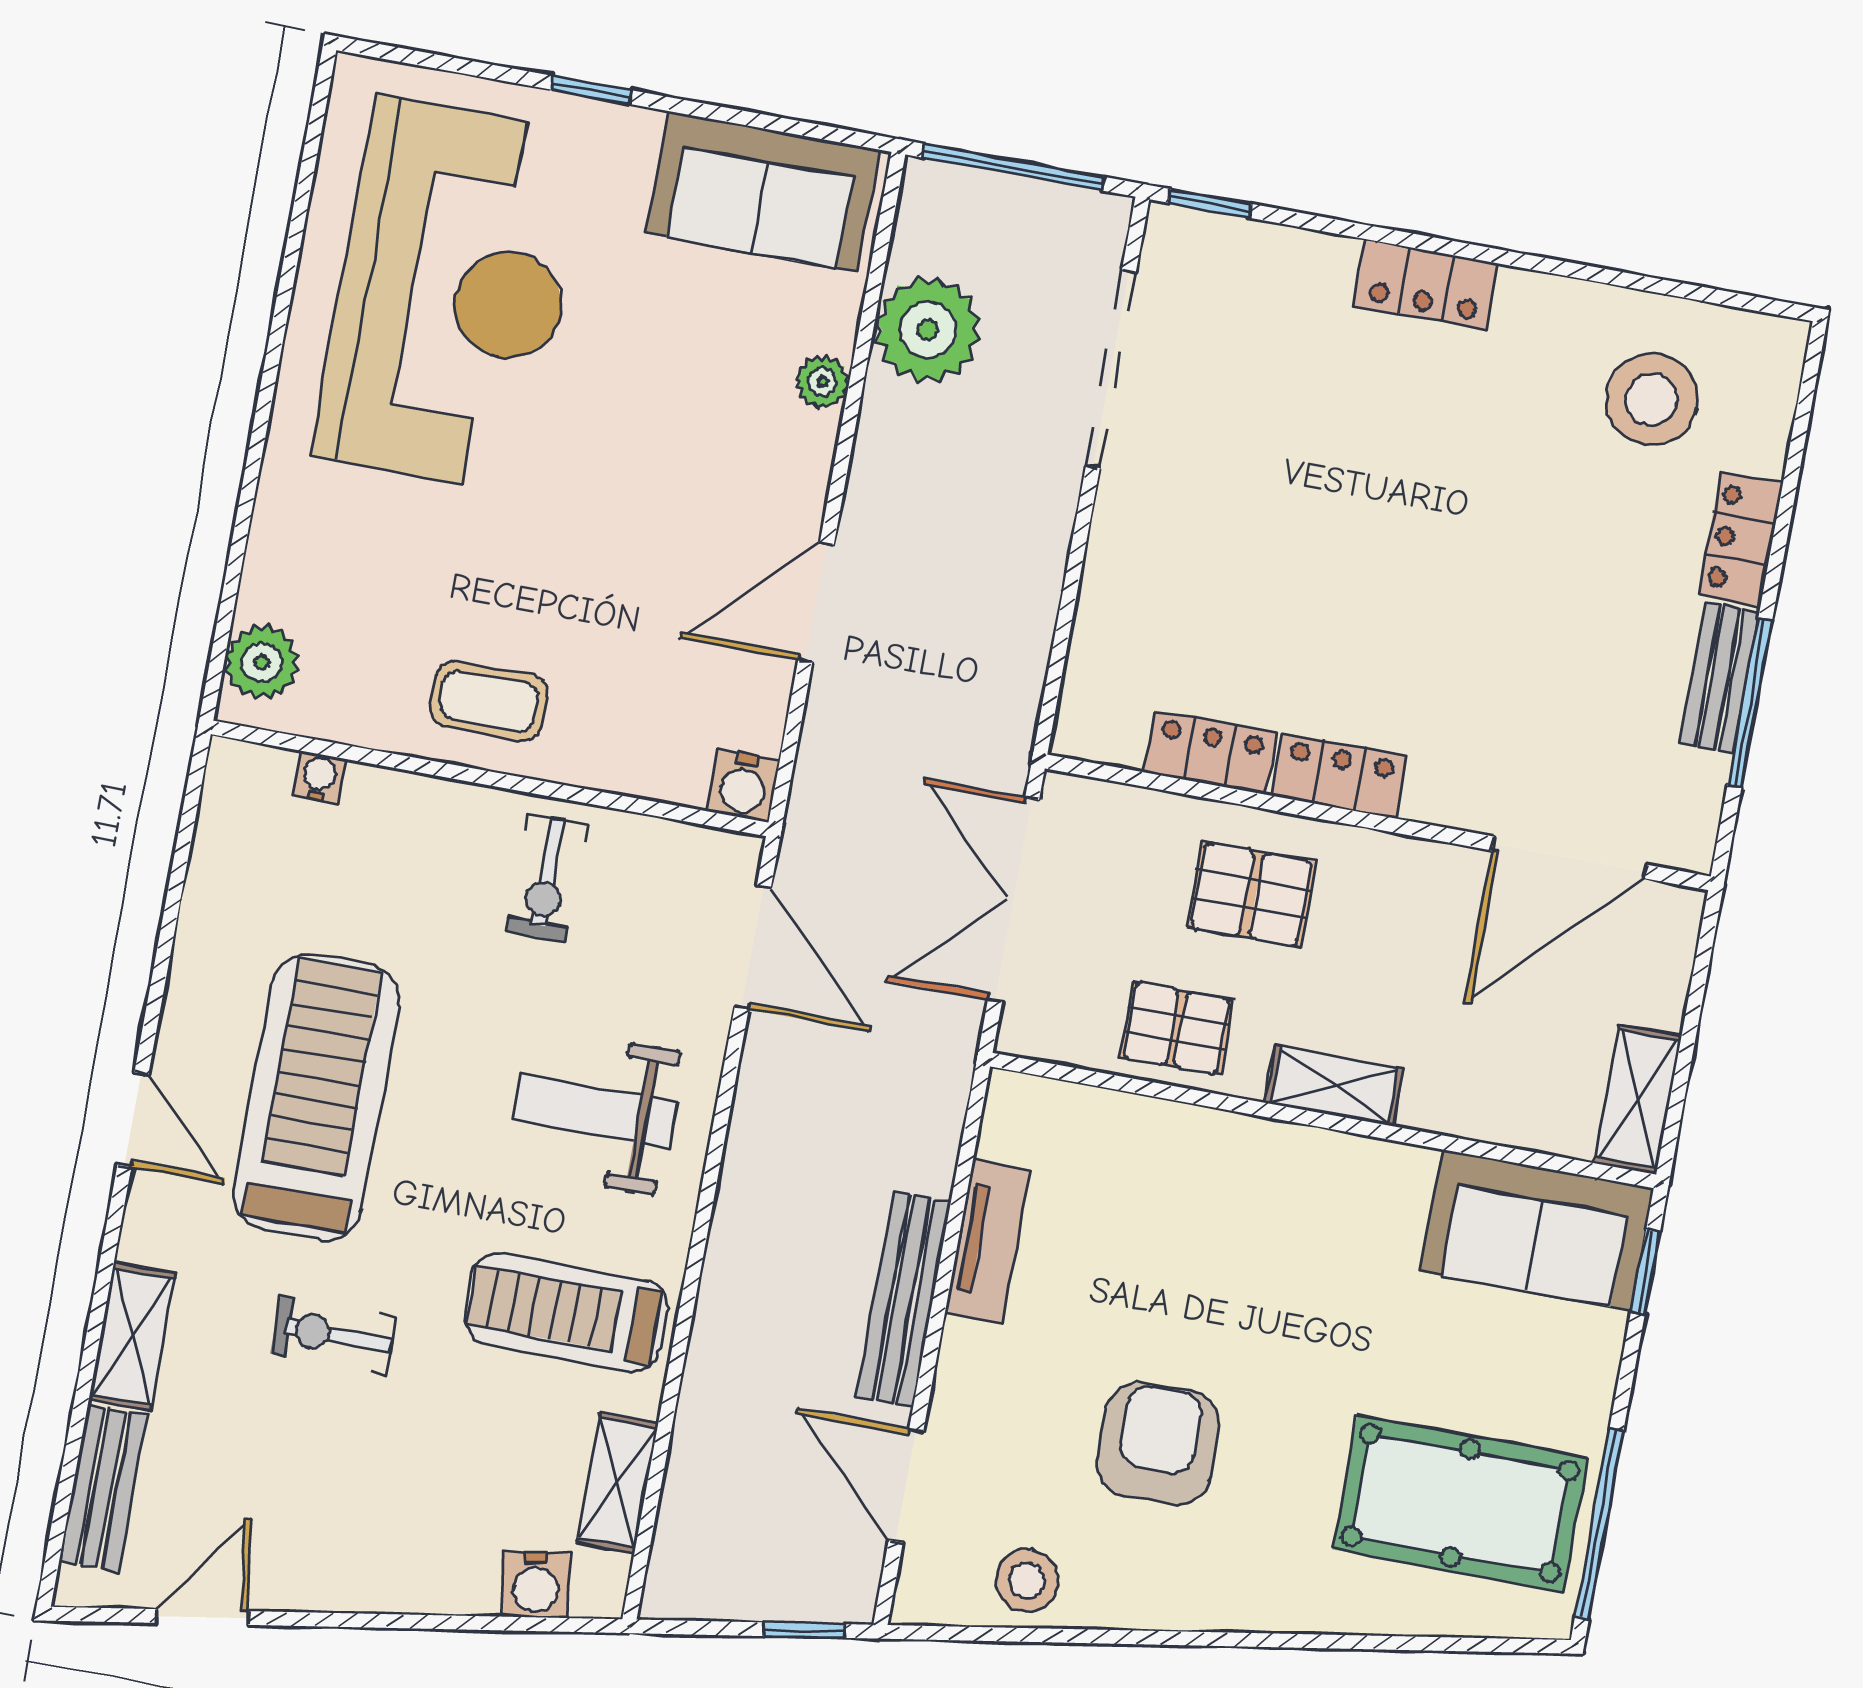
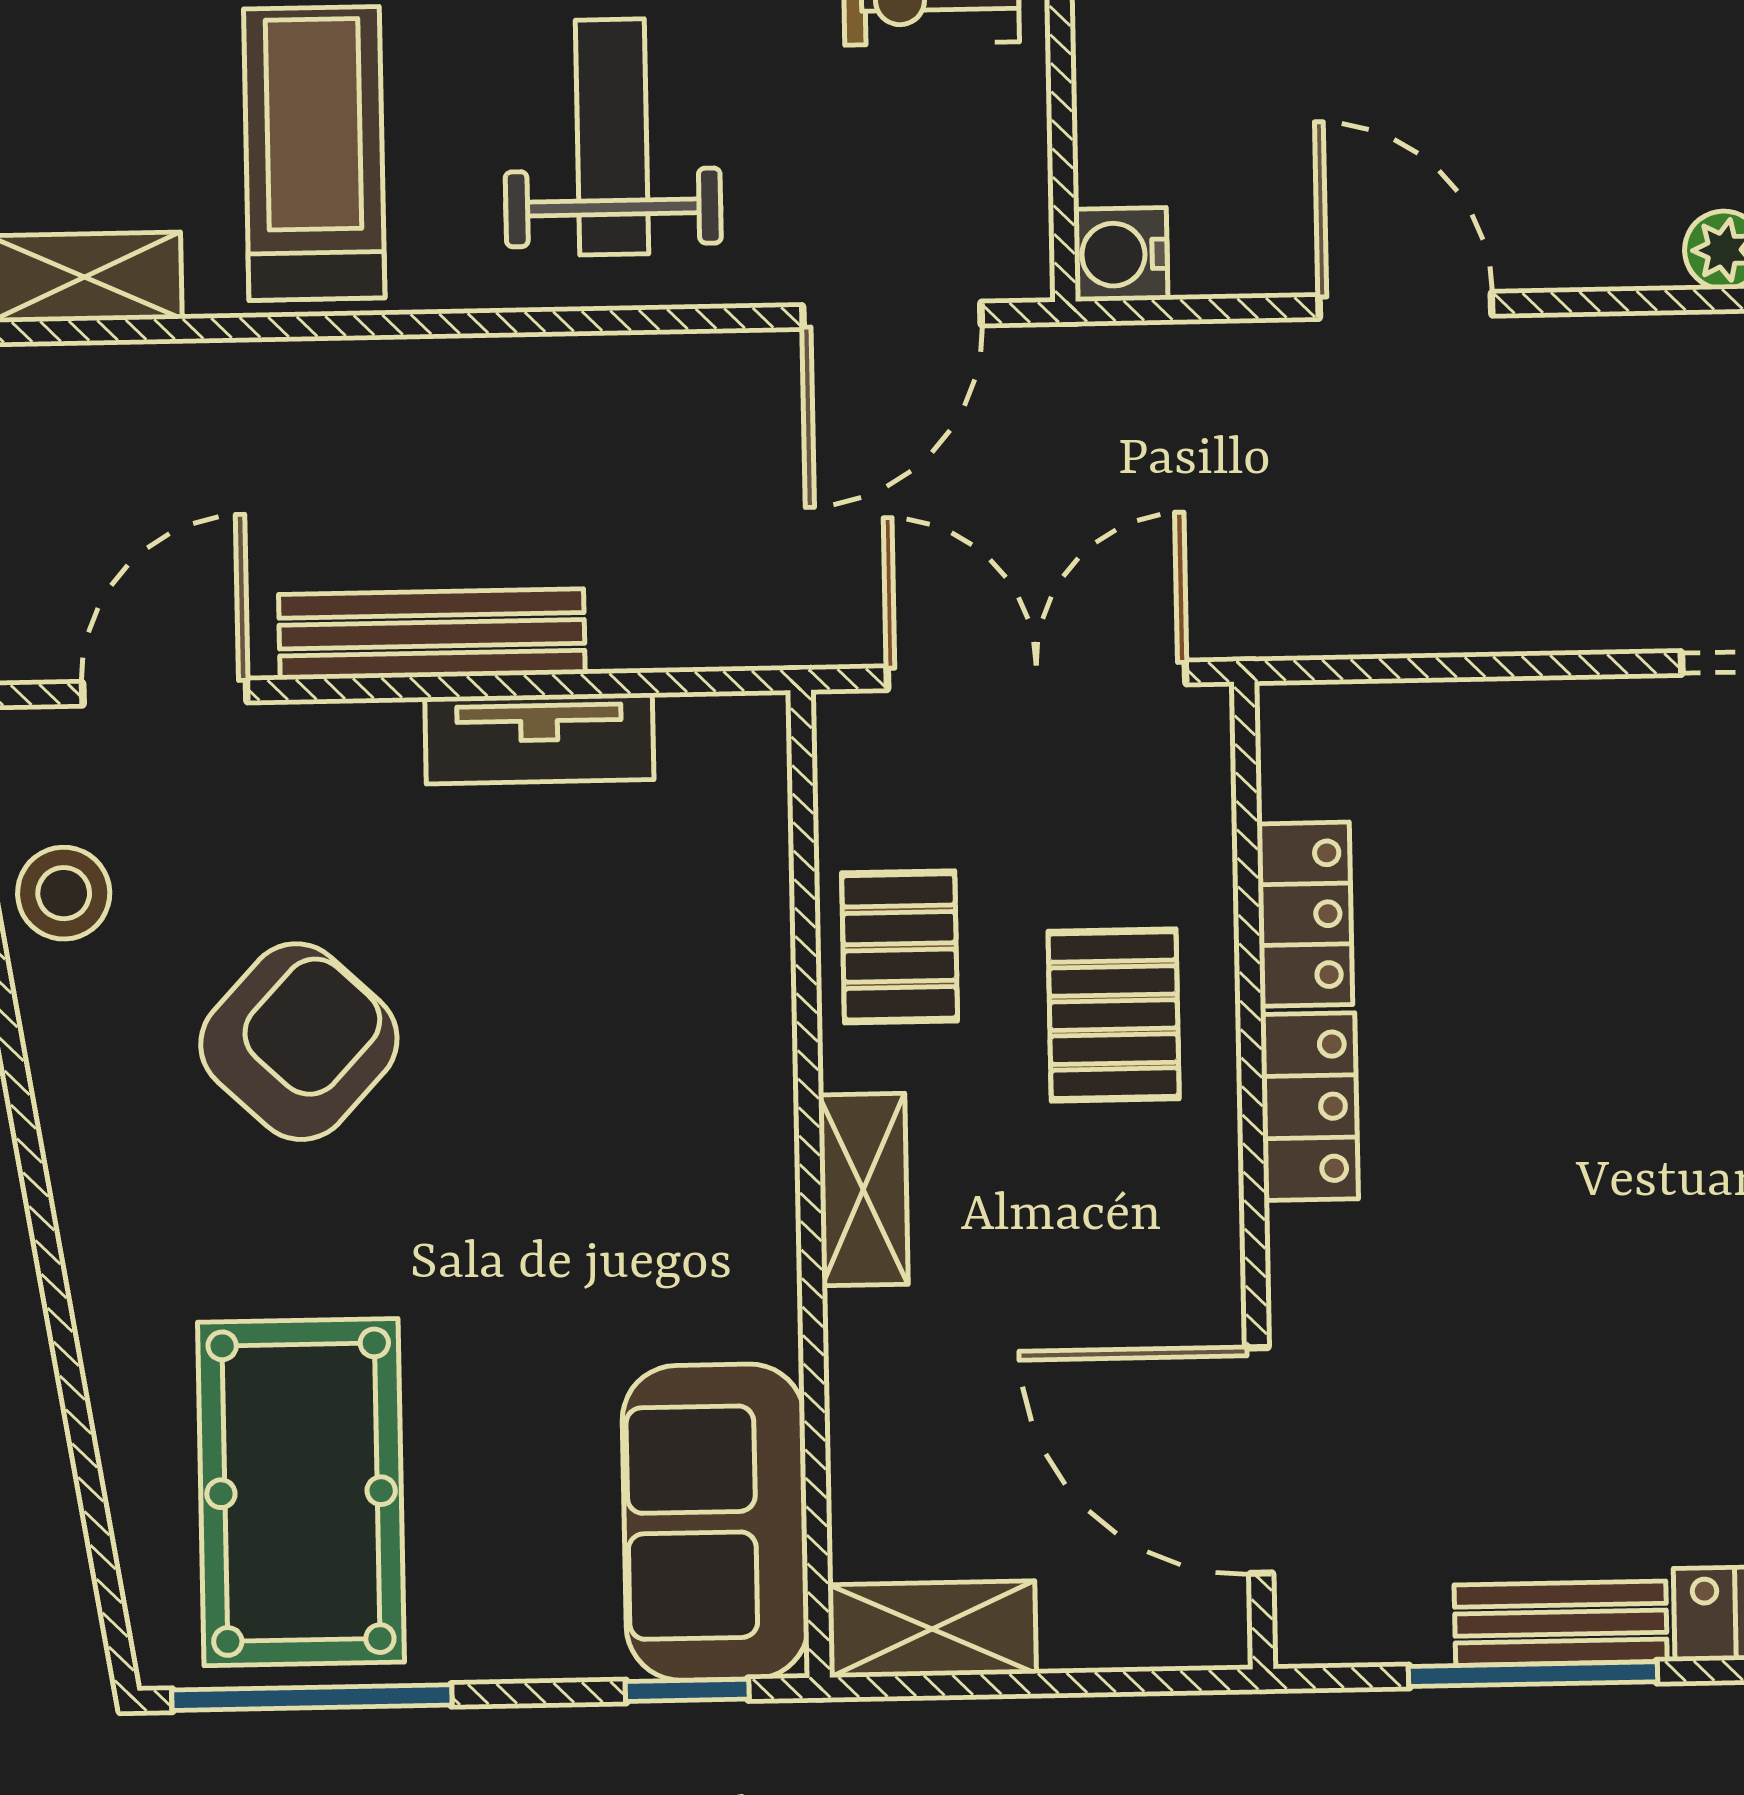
armchair: (1158, 1443) -> (299, 1042), turned -47

